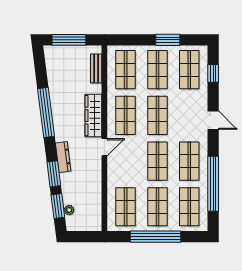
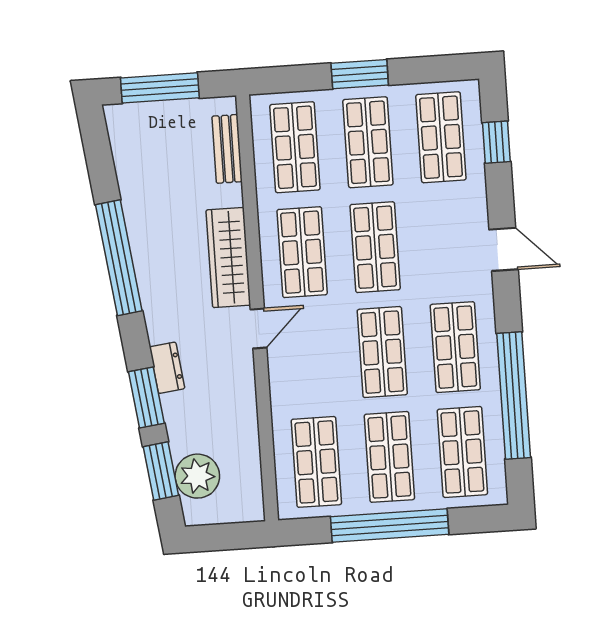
window: (168, 40) -> (360, 74), moved
dresser: (63, 157) -> (167, 368), width x0.70
plant: (69, 210) -> (197, 476), width x1.87, depth x1.87

